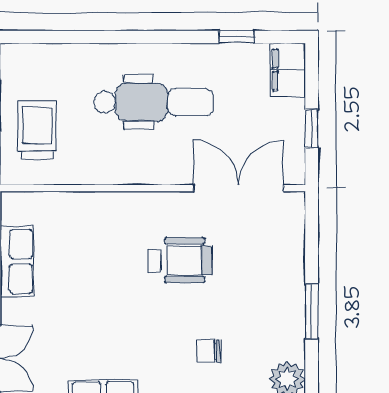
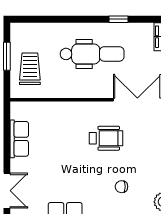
window: (237, 37) -> (118, 19), moved

